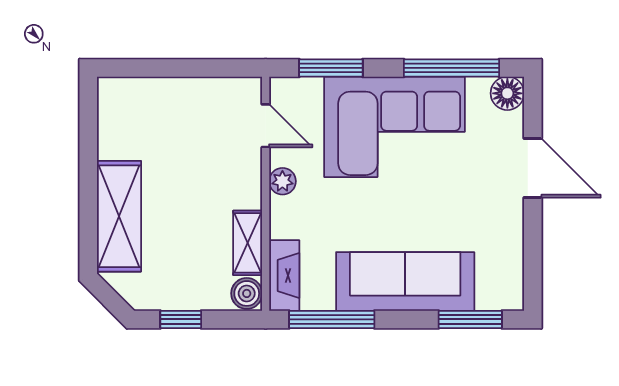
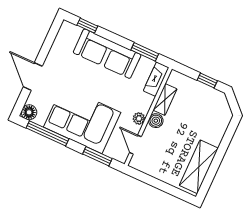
shelving: (119, 216) -> (199, 167), moved
boiler: (247, 293) -> (156, 121), moved
window: (332, 319) -> (145, 52), width x0.69
window: (470, 319) -> (87, 26), width x0.67

